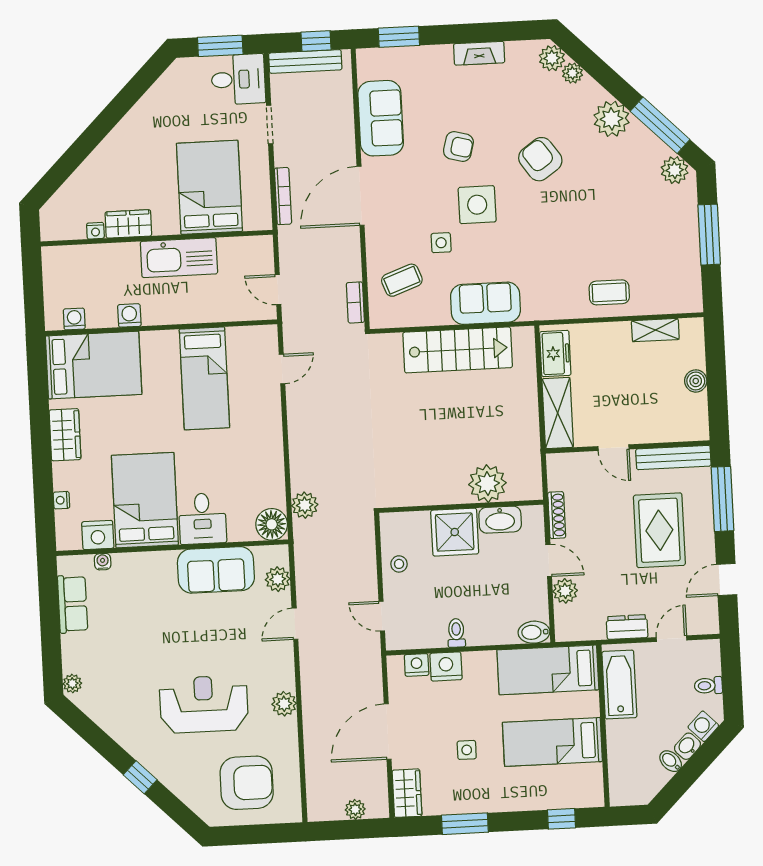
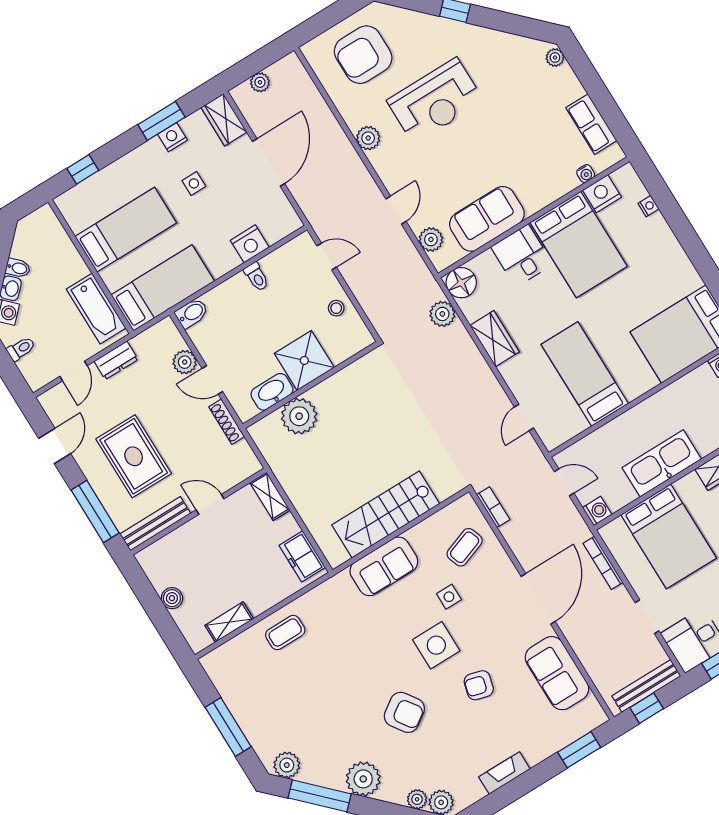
washing machine: (129, 315) -> (597, 511), moved, turned -90
shelving: (558, 413) -> (270, 496), width x0.67, depth x0.75
wardrobe: (65, 435) -> (495, 339), moved, turned 180
nightstand: (417, 665) -> (172, 137), moved, turned 180

